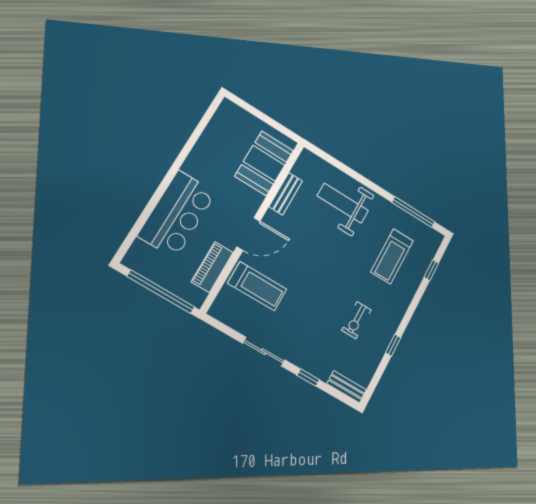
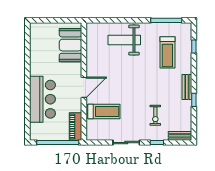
bench: (286, 194) -> (187, 87), moved
piano: (212, 267) -> (76, 126), moved
exercise bike: (356, 320) -> (155, 115), moved

